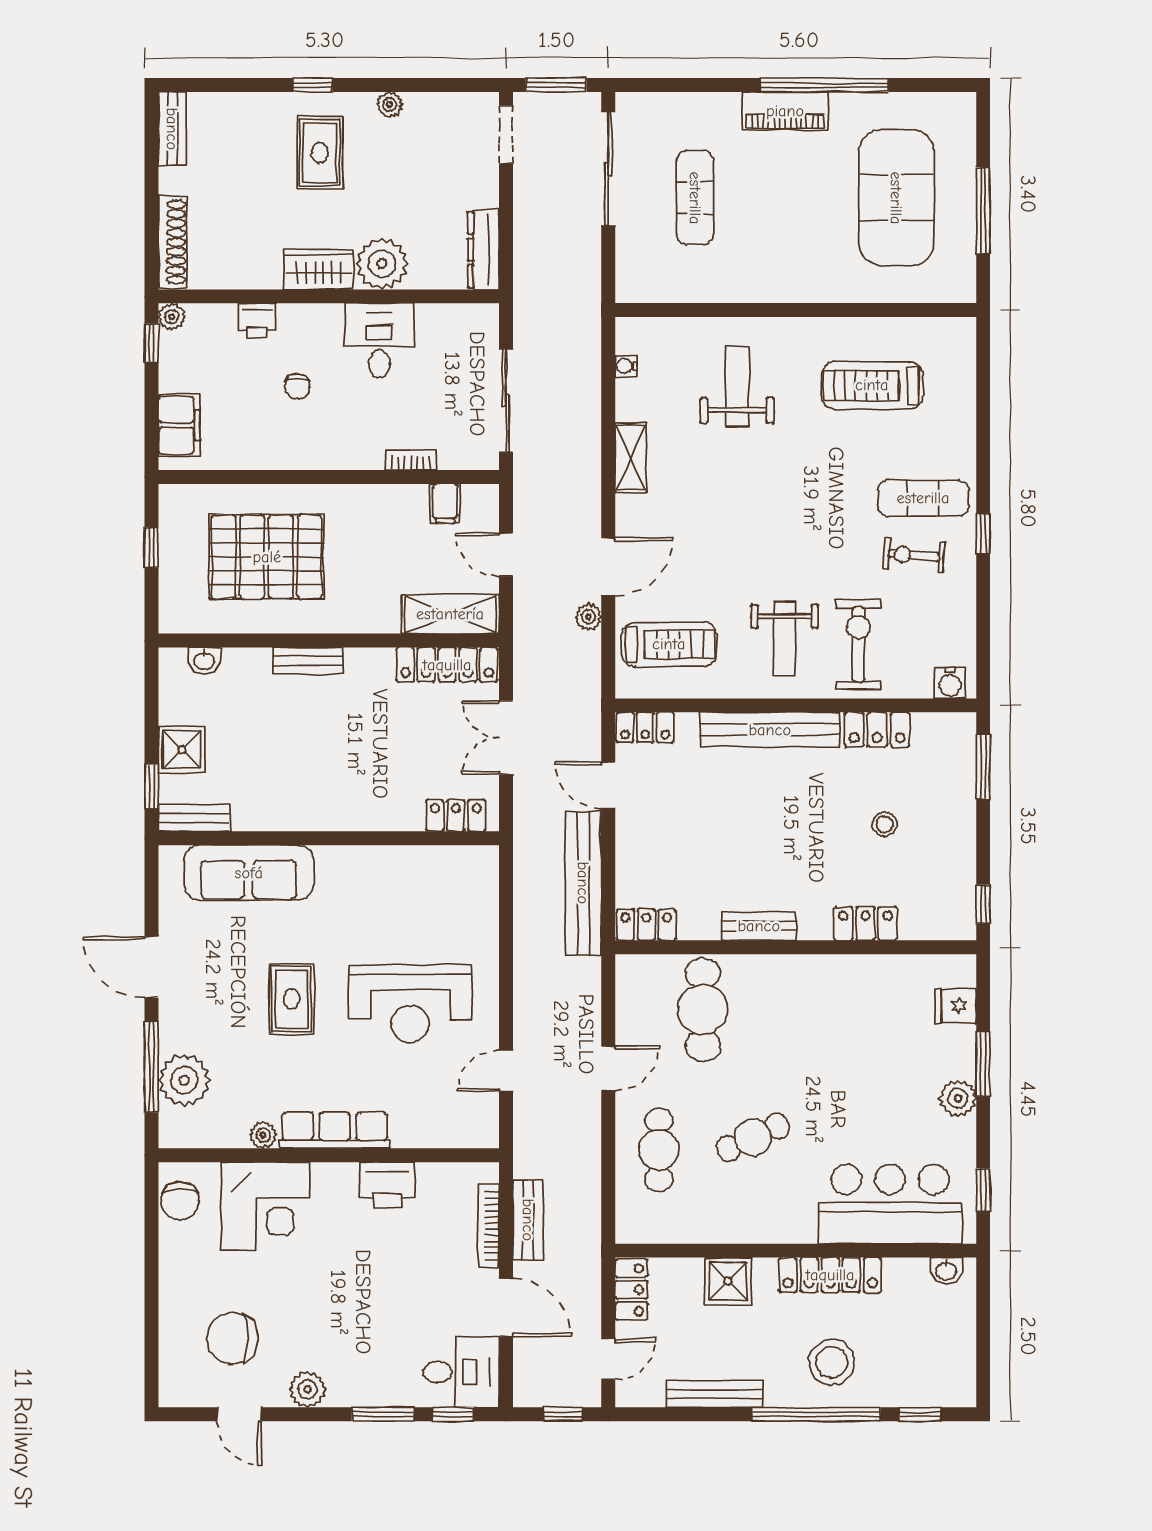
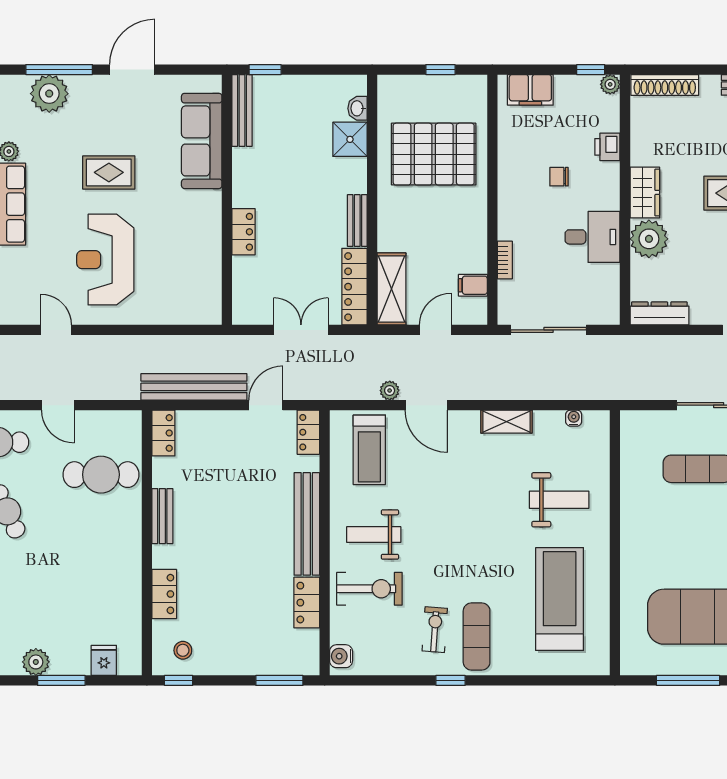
treadmill: (872, 385) -> (560, 599), width x1.37, depth x1.38
pallet: (267, 557) -> (434, 154), turned 90
bench: (308, 661) -> (357, 221), moved
shower: (182, 750) -> (350, 139), moved
locker: (456, 816) -> (244, 232), moved
bench: (194, 818) -> (242, 110), width x1.36
stool: (885, 824) -> (183, 650), moved

